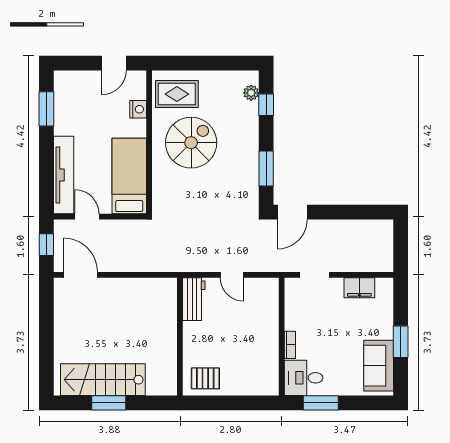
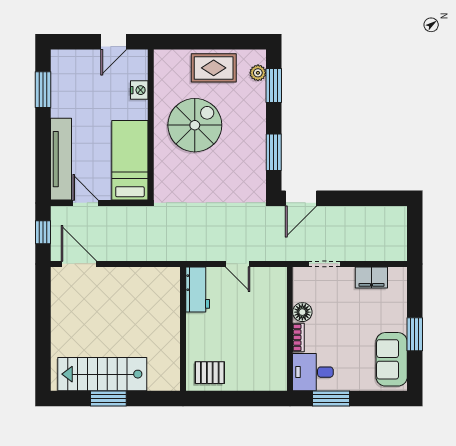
rug: (177, 94) -> (214, 68), moved
window: (266, 105) -> (274, 85), width x1.50
floor lamp: (293, 321) -> (302, 312), added

